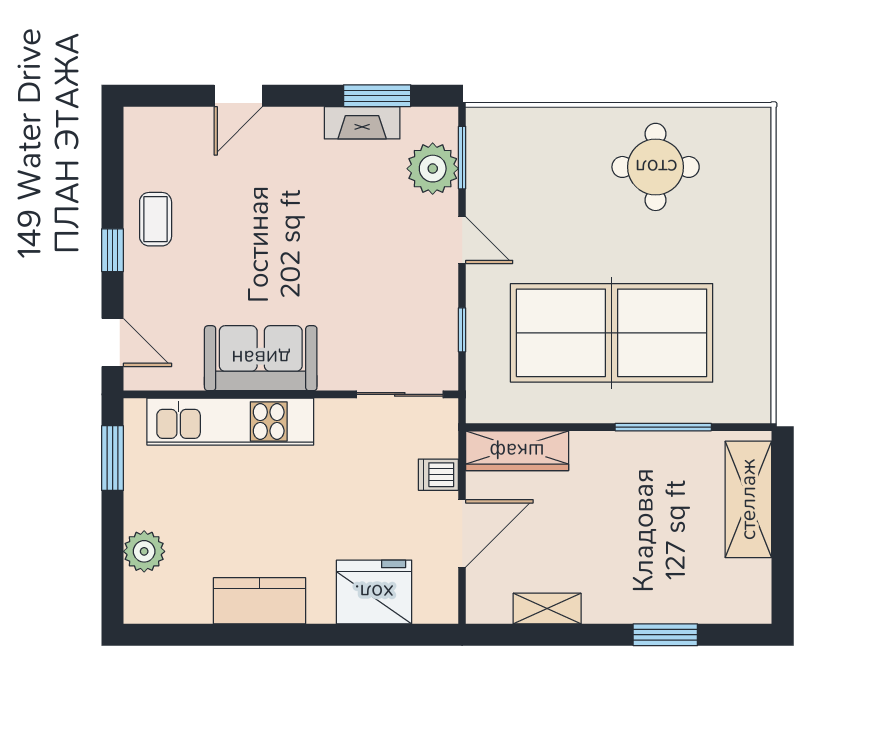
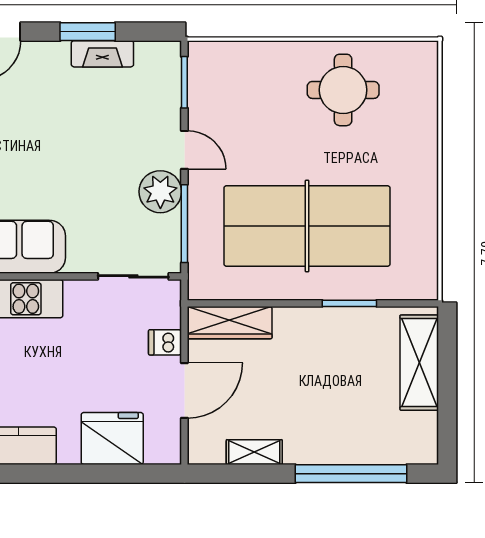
window: (377, 96) -> (88, 32), moved
plant: (433, 169) -> (160, 192), moved
window: (462, 330) -> (184, 224), width x2.17
window: (663, 427) -> (349, 303), width x0.69
window: (665, 635) -> (351, 474), width x2.11

